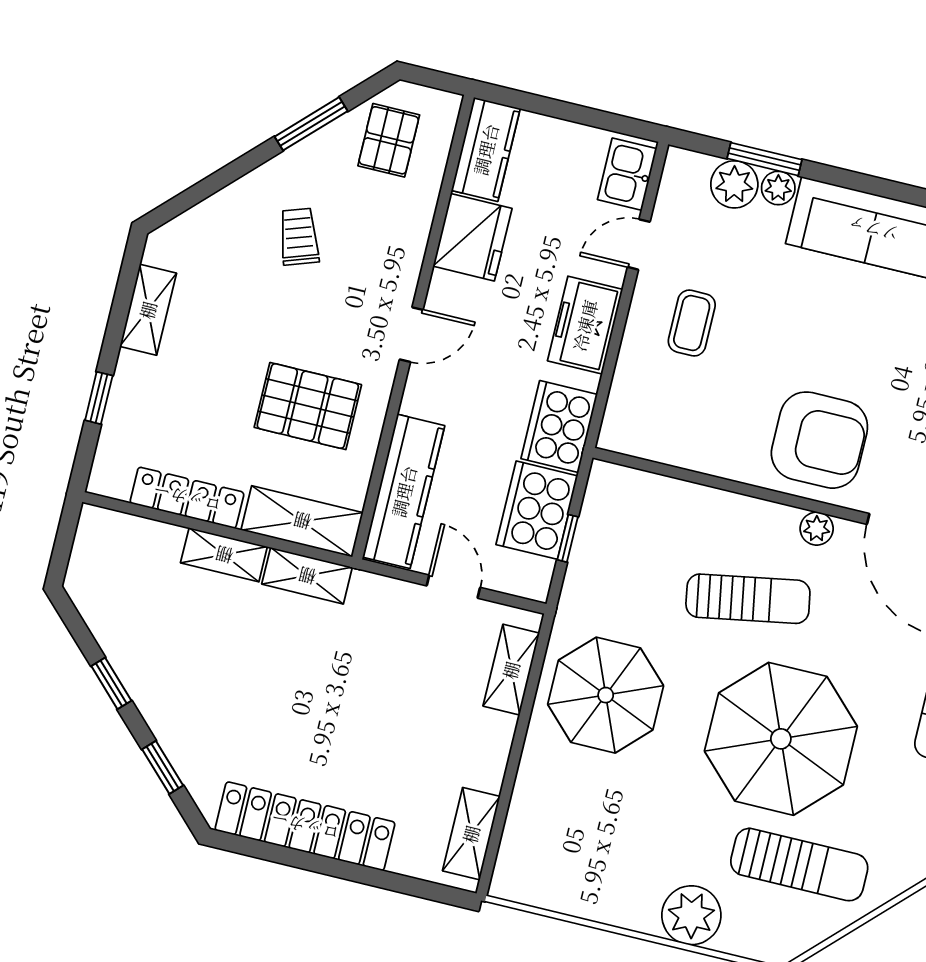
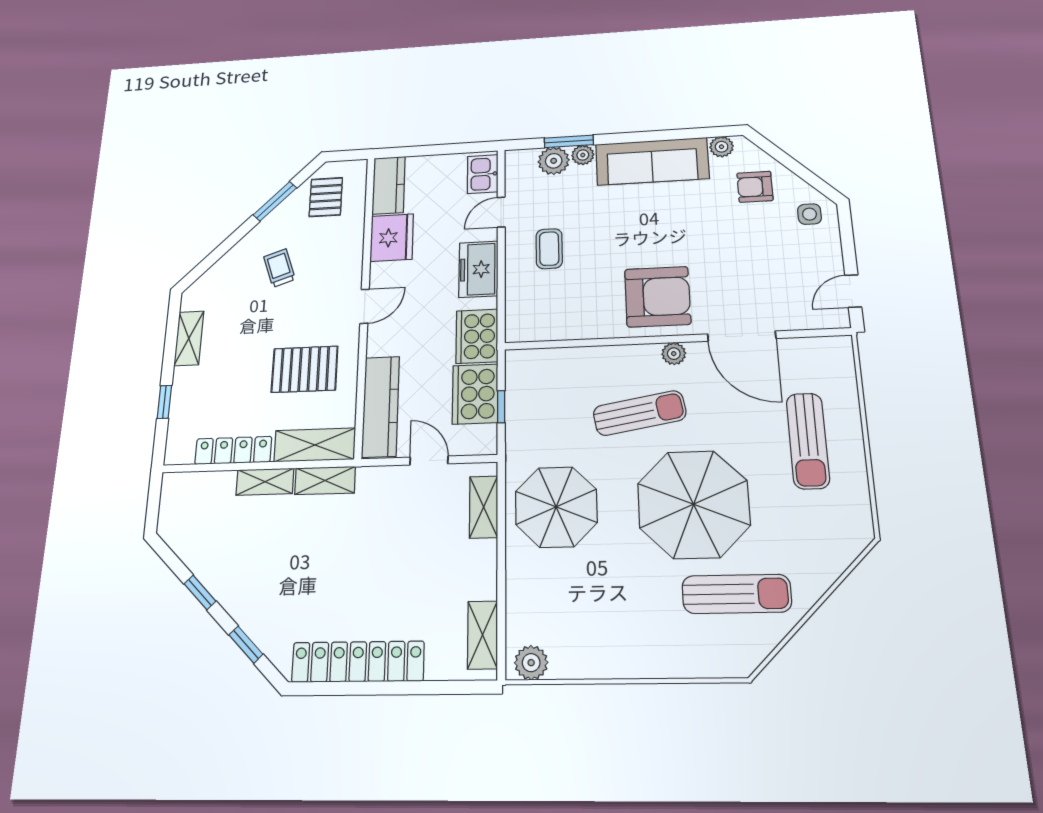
plant: (691, 915) -> (531, 663), moved, width x0.73, depth x0.73

